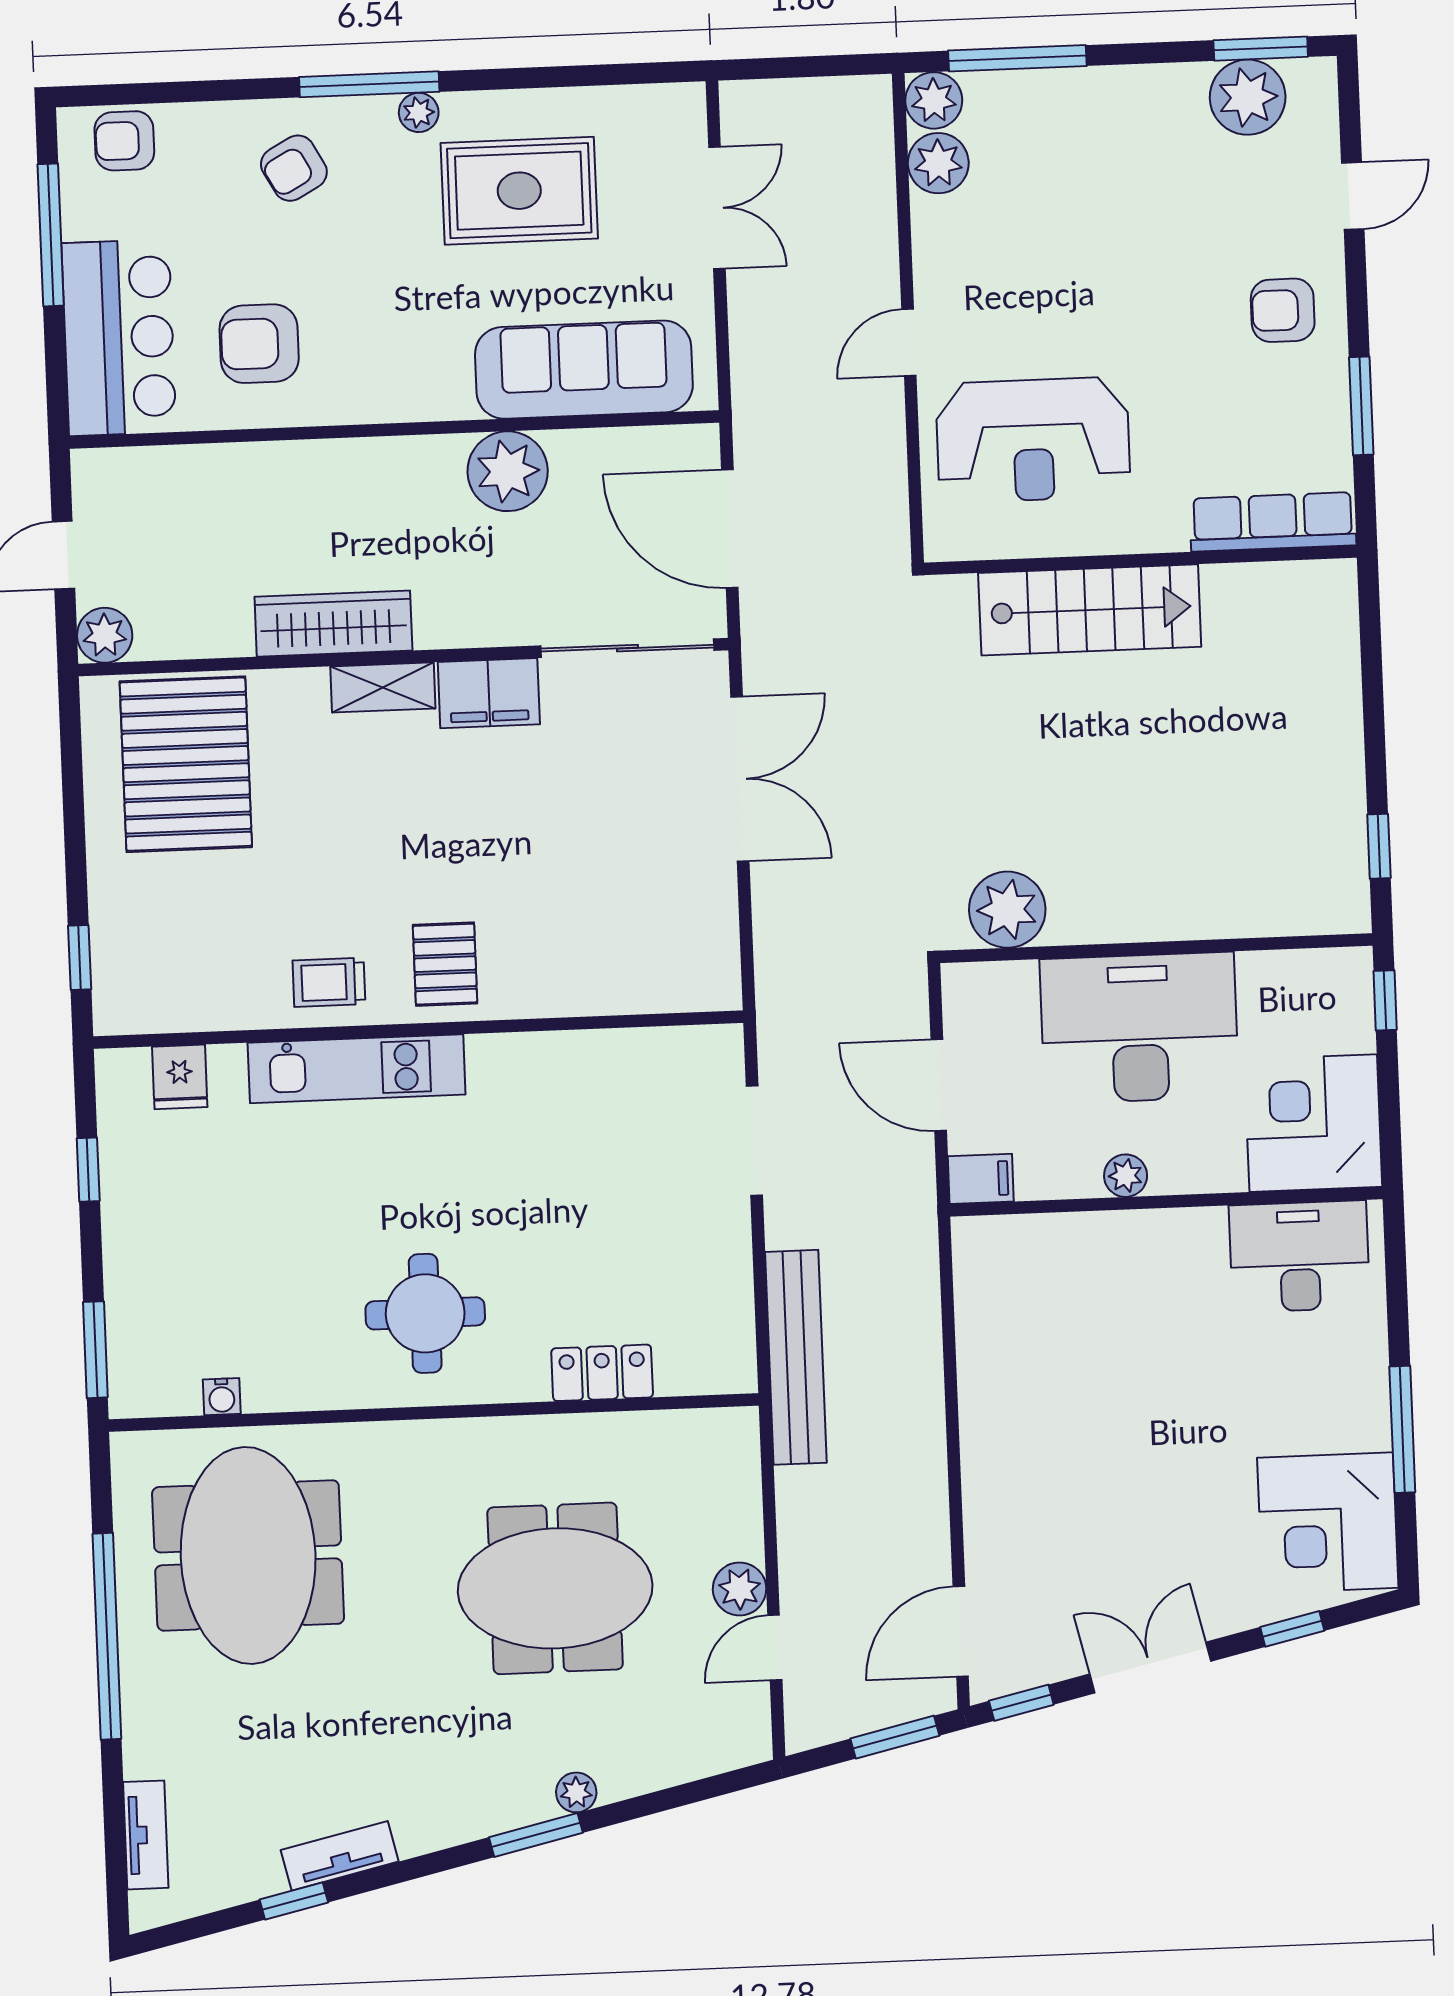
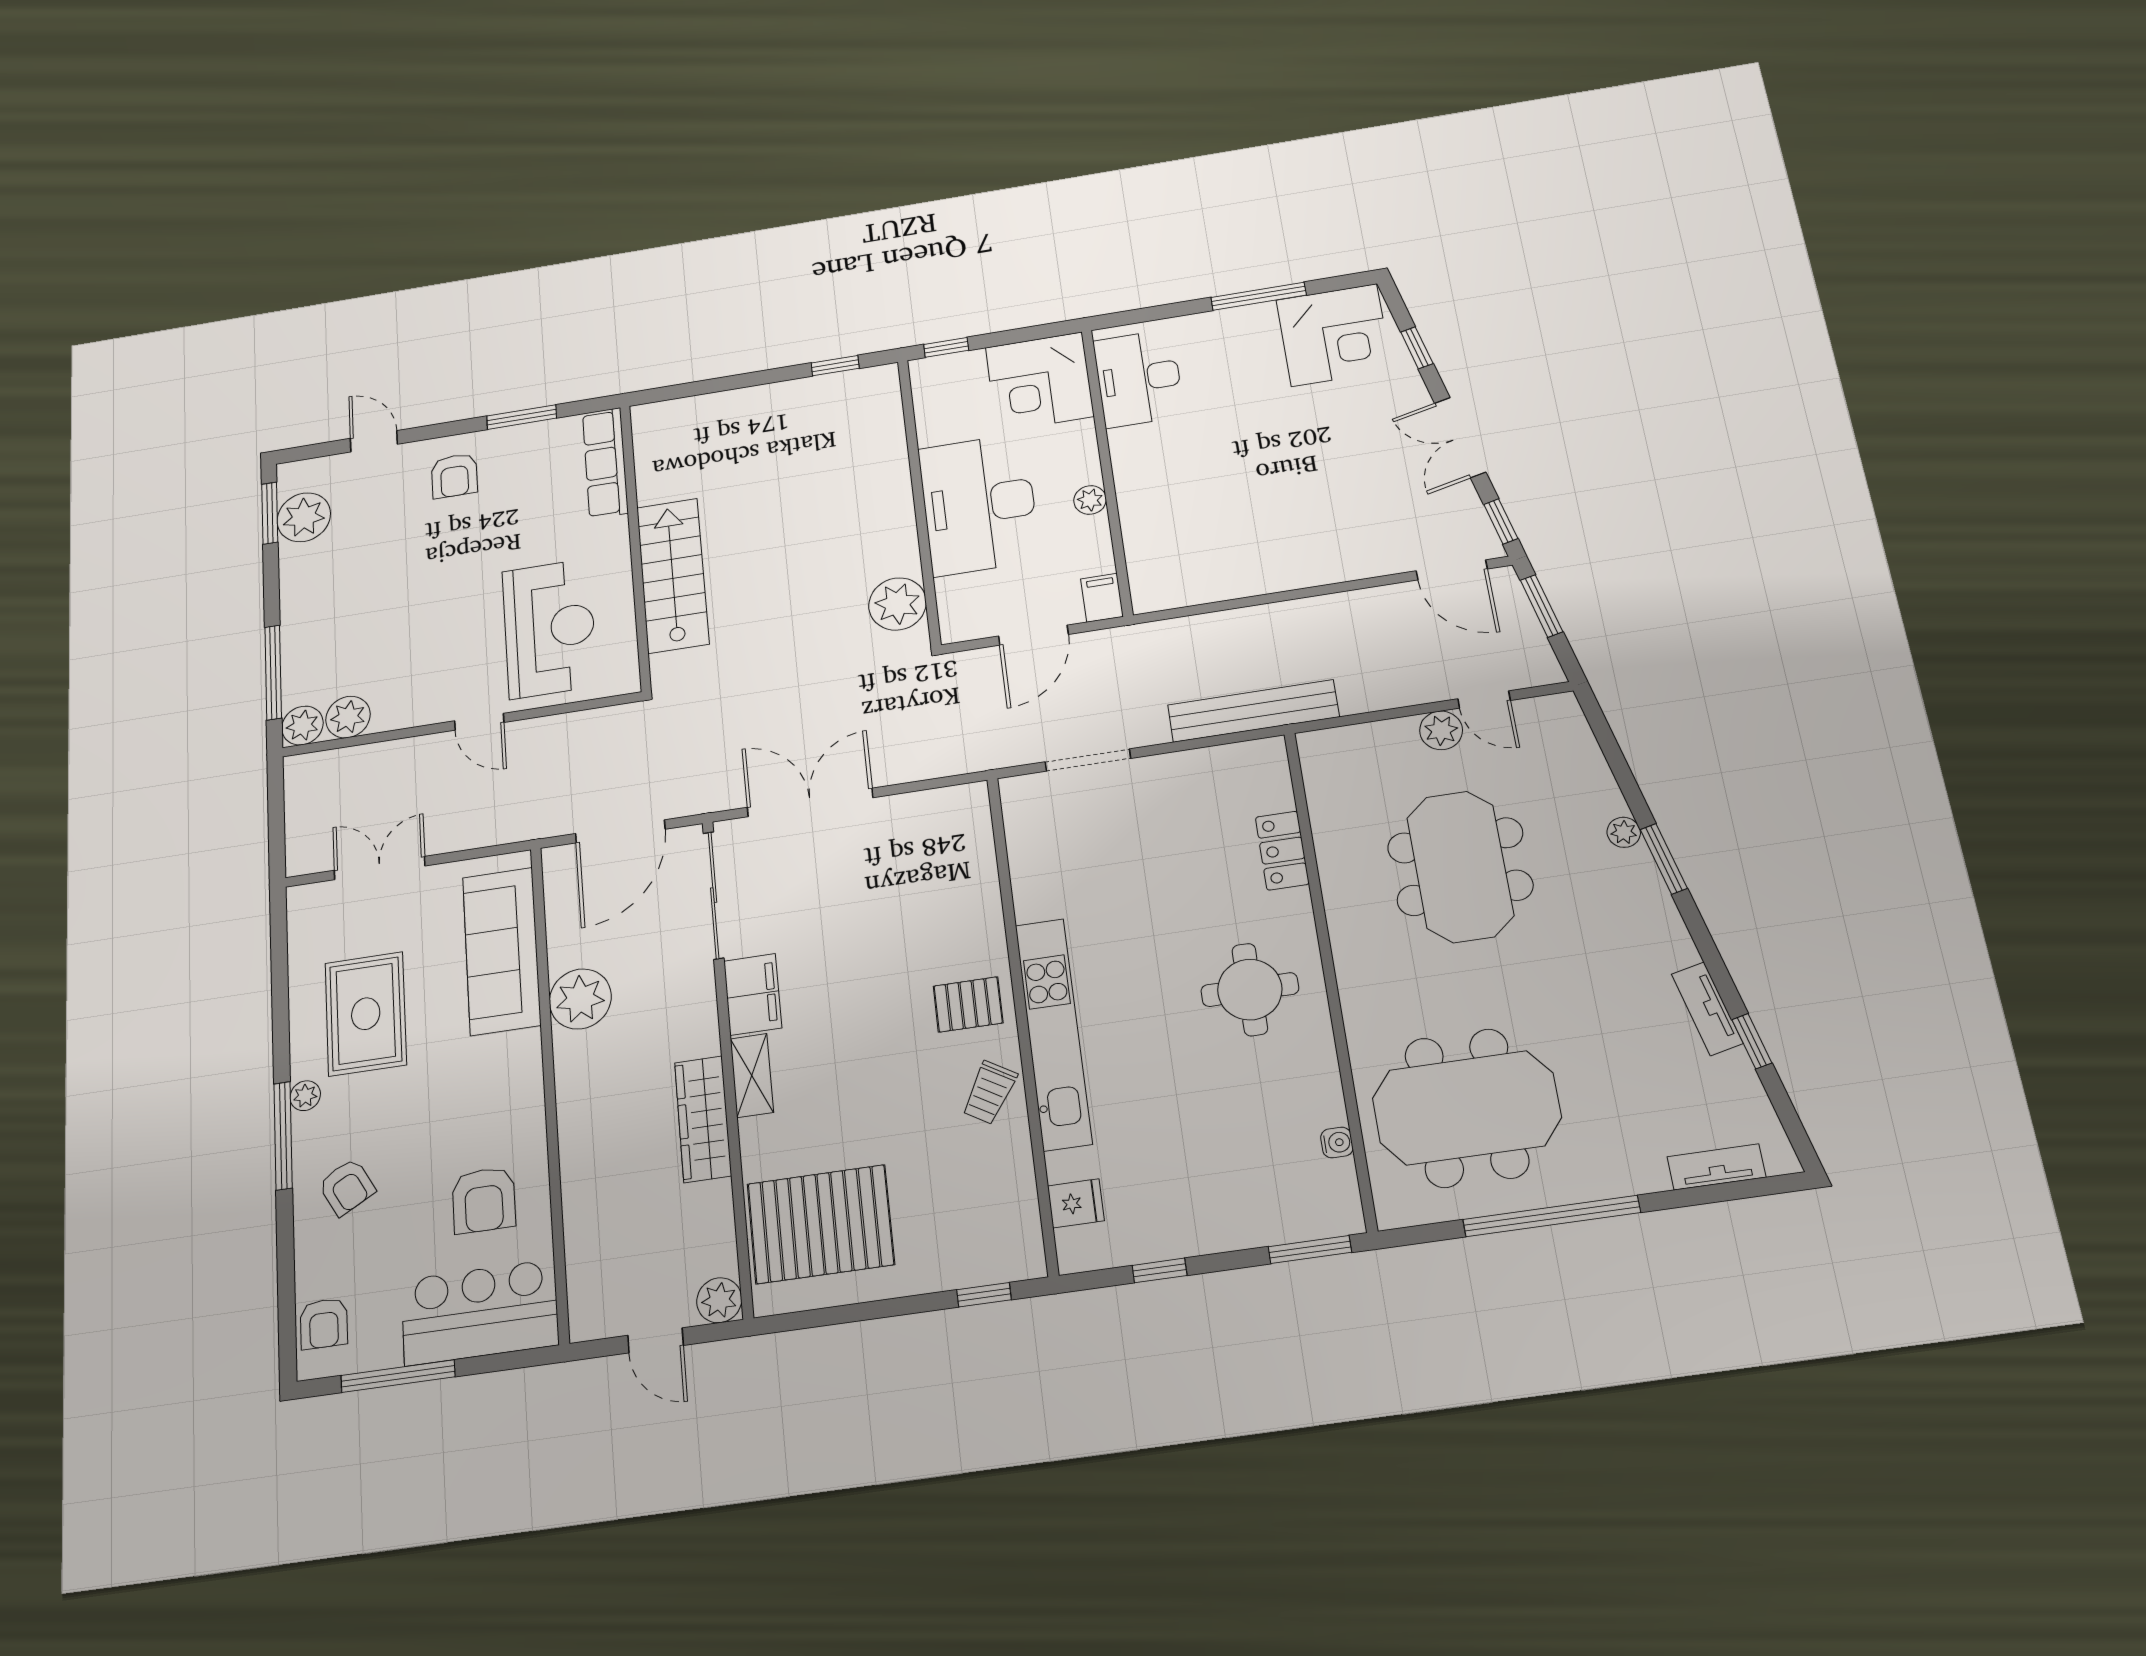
trolley: (329, 982) -> (989, 1093), turned 31
kitchen unit: (357, 1069) -> (1053, 1033), width x1.36

